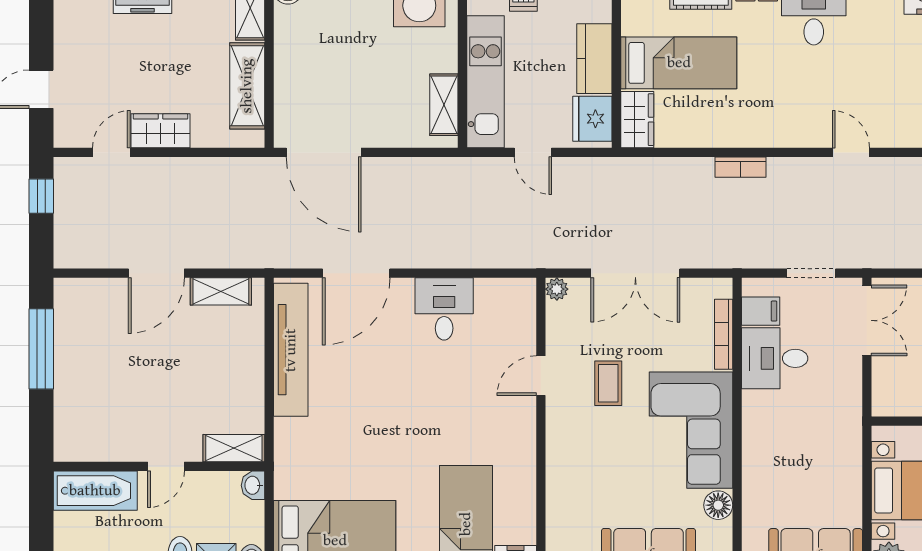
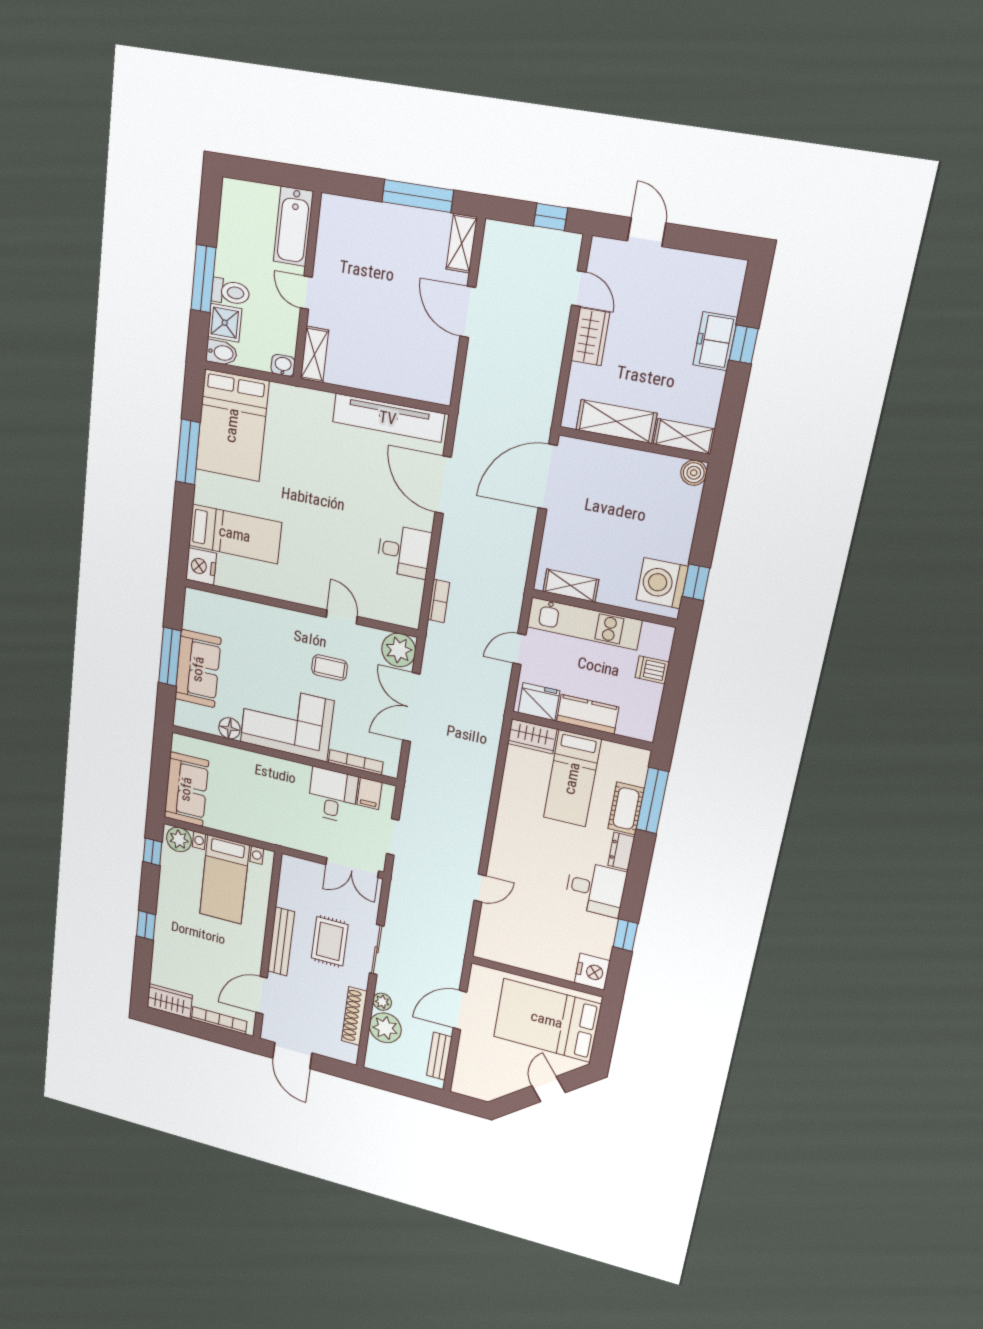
bookcase: (740, 167) -> (439, 601), moved, turned 180
plant: (557, 289) -> (399, 650), width x1.88, depth x1.88
shelving: (221, 291) -> (462, 243), moved

